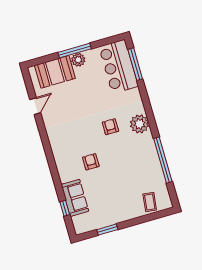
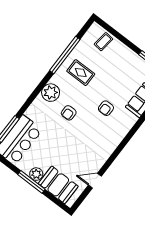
rug: (138, 163) -> (81, 73), added

